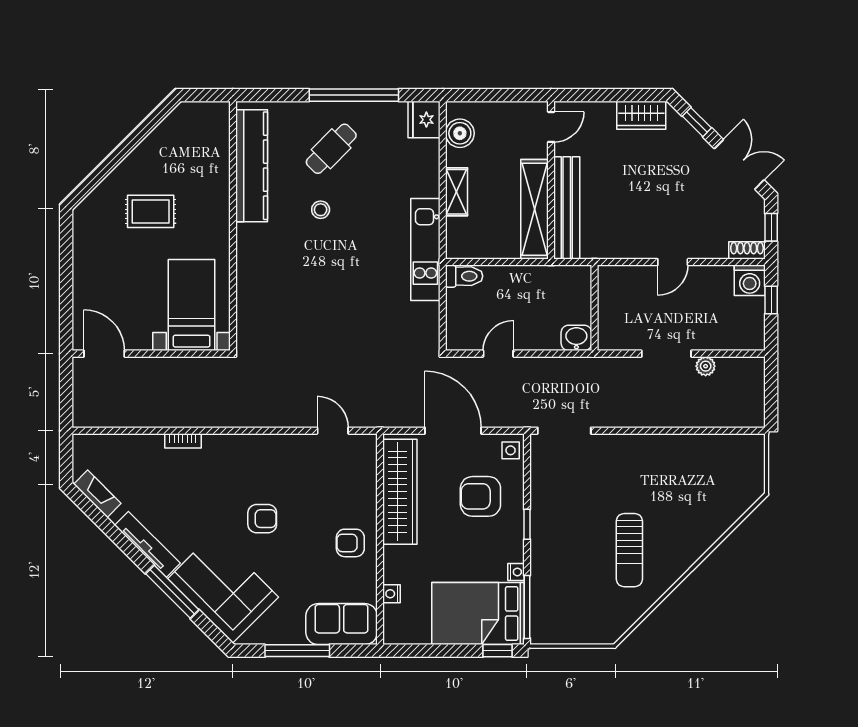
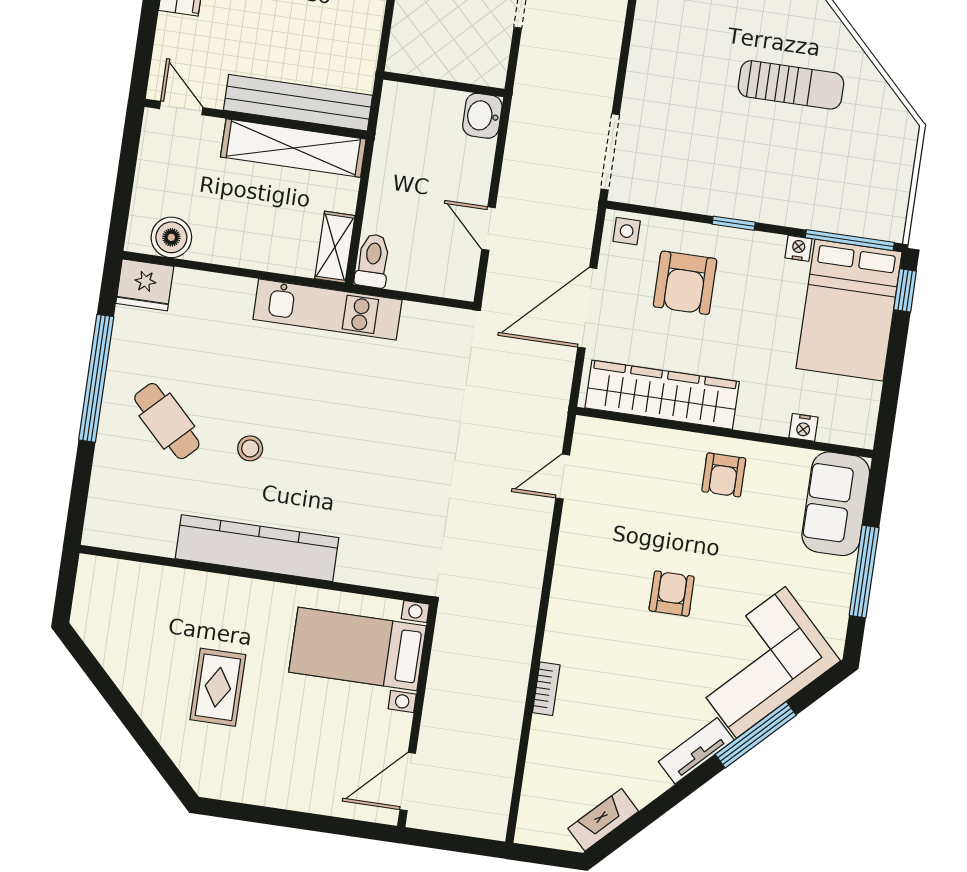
kitchen counter: (252, 166) -> (257, 548), moved
shelving: (456, 192) -> (335, 247), moved, turned 90
tv unit: (147, 544) -> (696, 751), width x0.71

